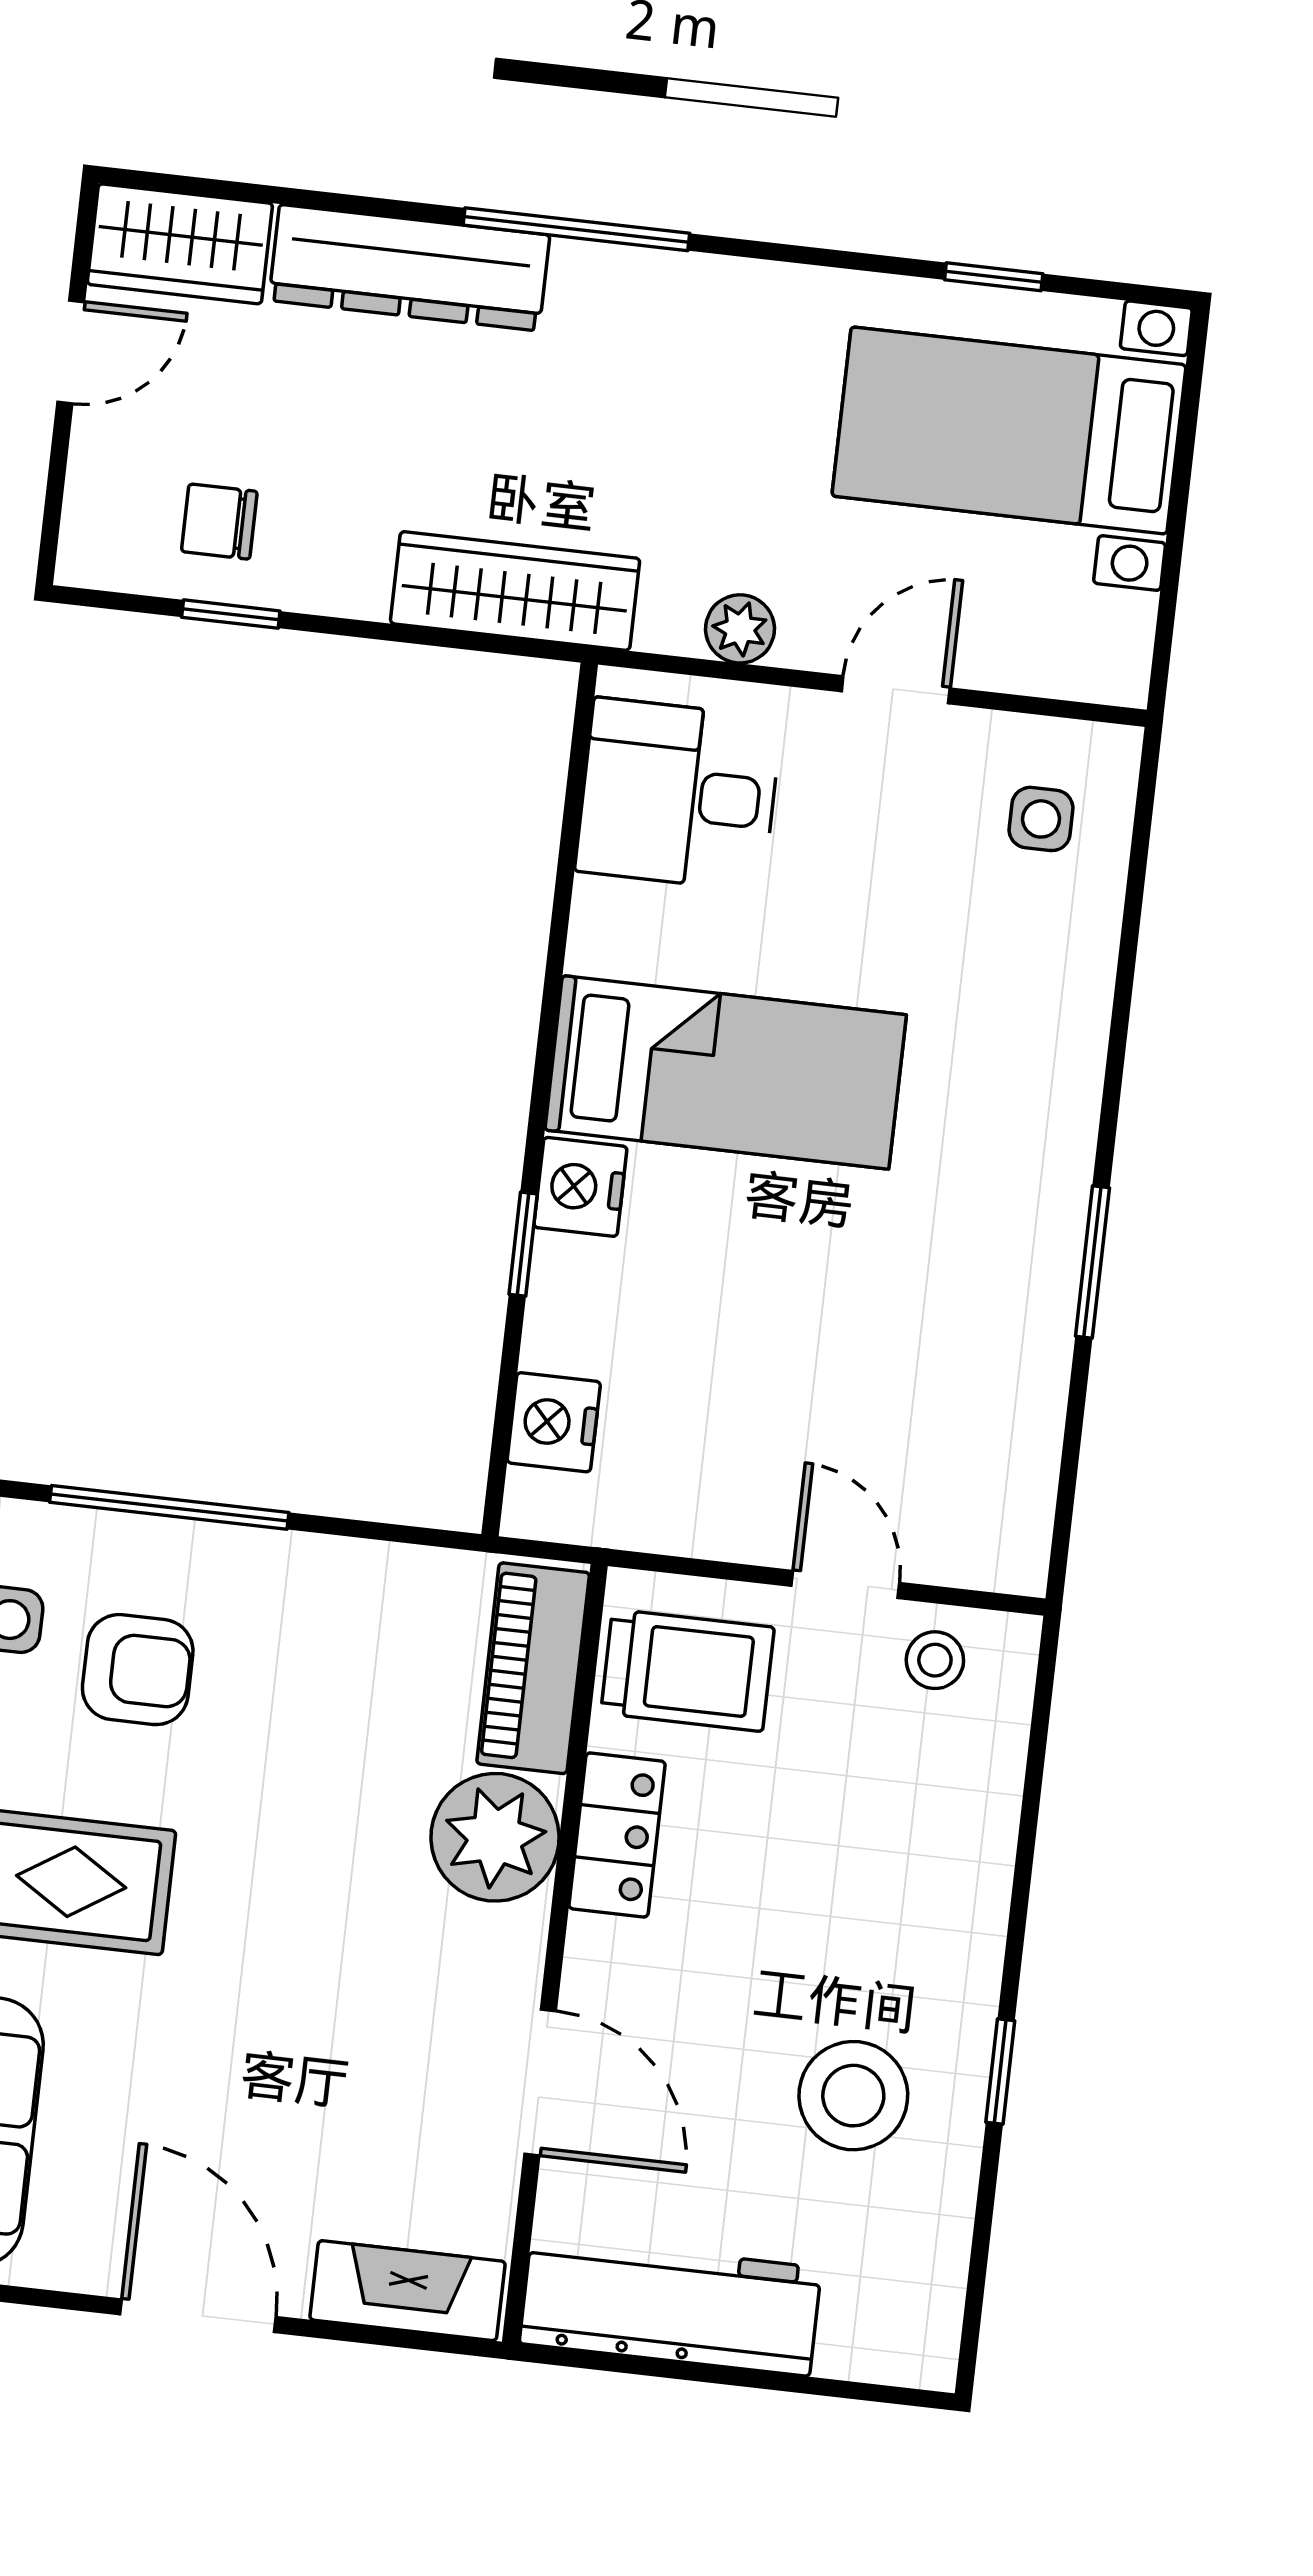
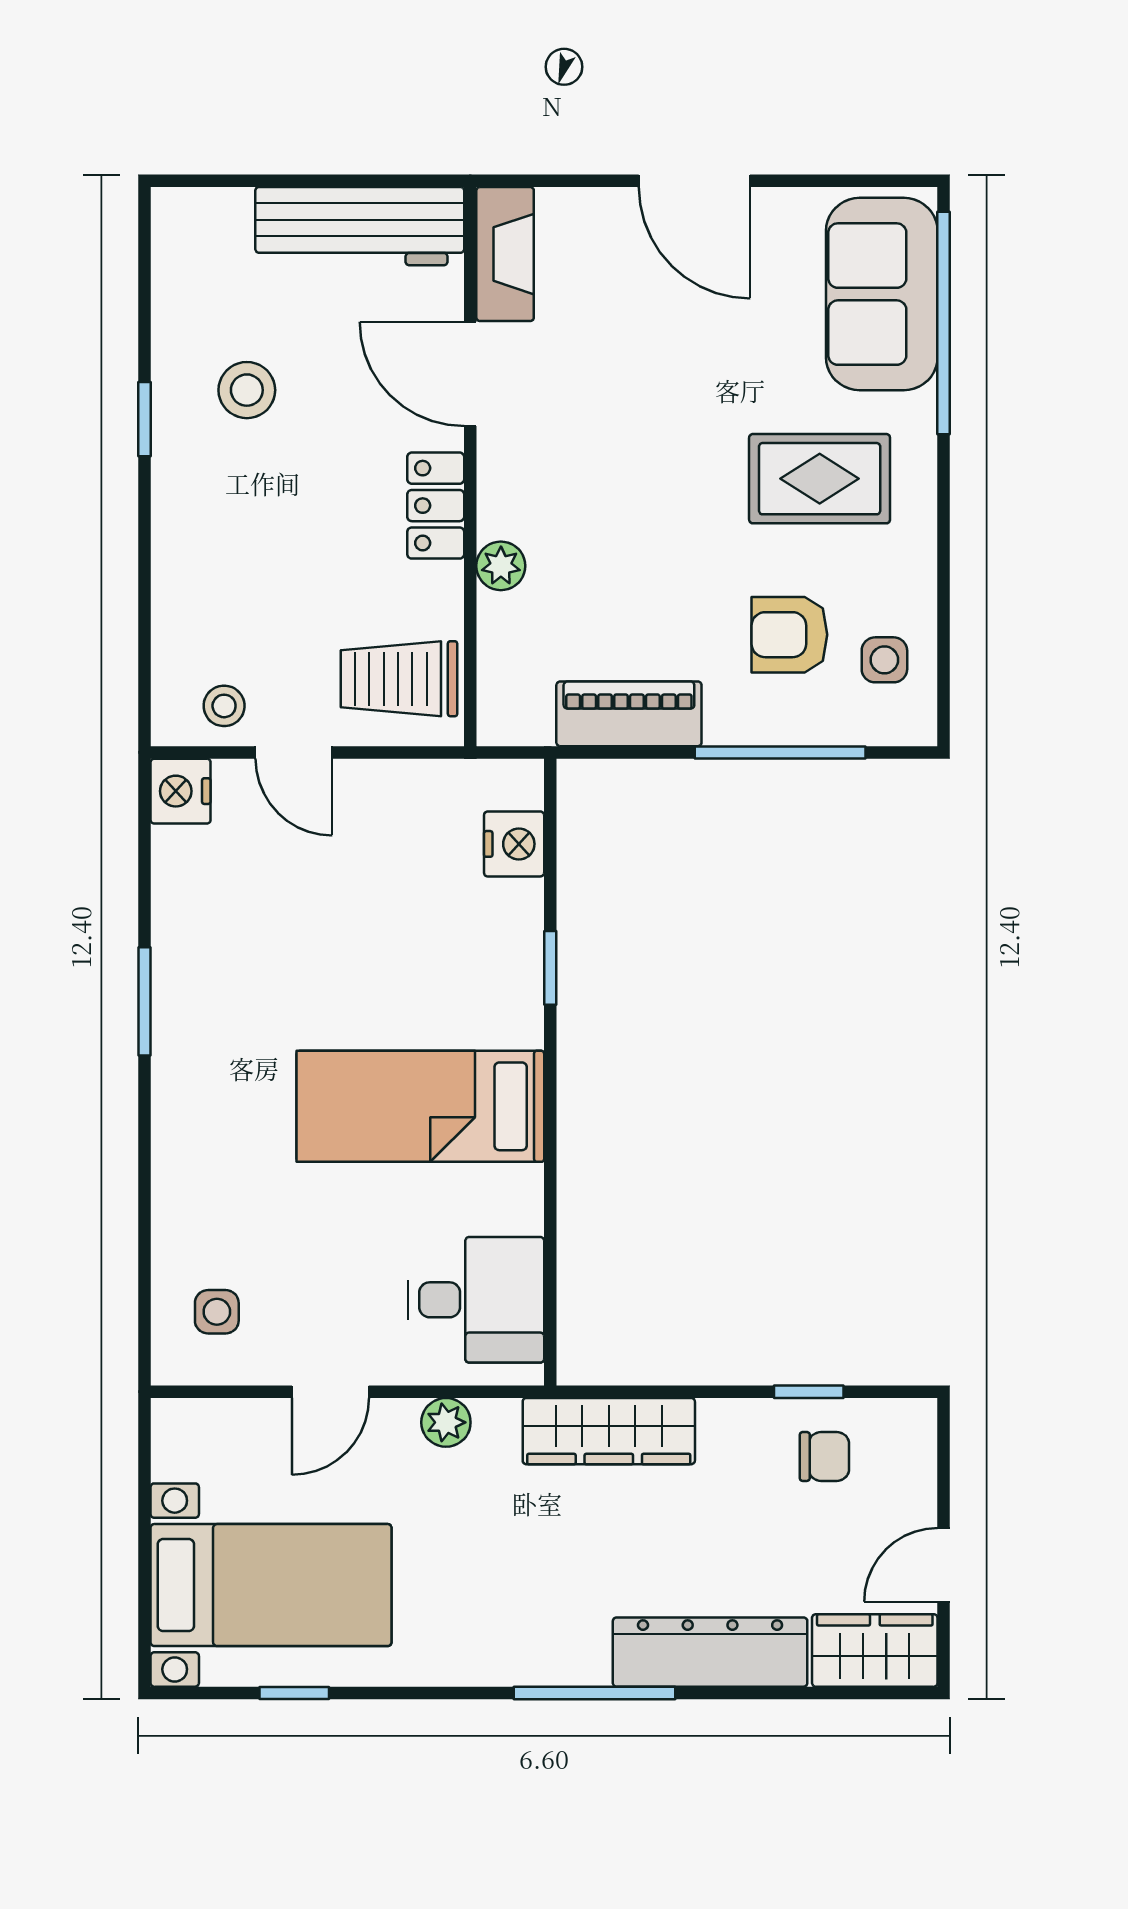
nightstand: (580, 1187) -> (181, 791), moved, turned 180
piano: (533, 1668) -> (629, 714), moved, turned -90
locker: (617, 1835) -> (436, 506), moved
plant: (495, 1837) -> (501, 566), width x0.53, depth x0.53
stool: (853, 2096) -> (247, 390), width x0.73, depth x0.73
fireplace: (407, 2291) -> (505, 254), moved, turned -90

